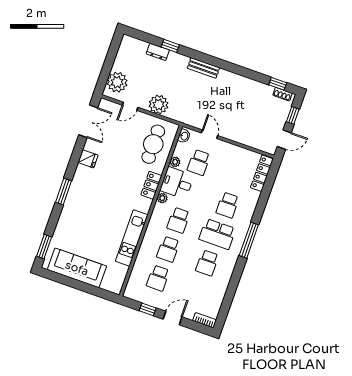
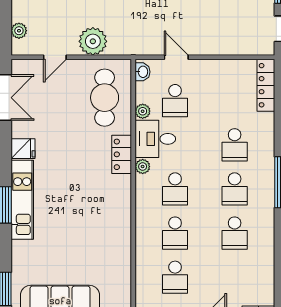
plant: (117, 82) -> (19, 31), width x0.53, depth x0.53
school desk: (217, 234) -> (235, 189), width x0.54
kitchen unit: (132, 238) -> (22, 200), moved, turned 180

